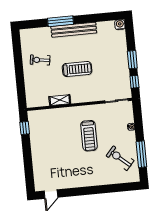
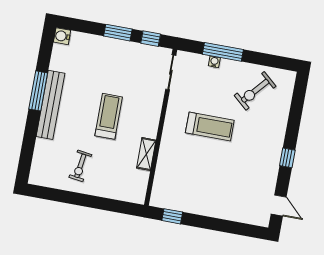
window: (60, 21) -> (38, 91), moved
window: (141, 154) -> (223, 52), moved
window: (83, 191) -> (287, 158), added

